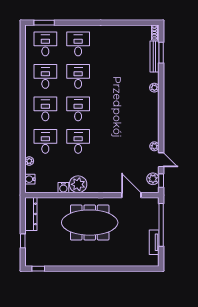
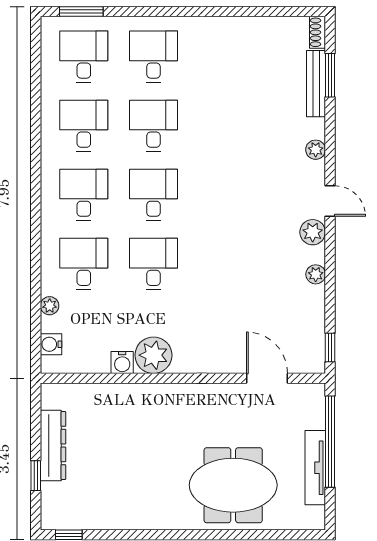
door: (161, 160) -> (330, 201), moved
plant: (153, 179) -> (313, 232), moved
dresser: (31, 214) -> (53, 446), moved
meeting table: (90, 223) -> (233, 485), moved, width x0.73
tv unit: (154, 242) -> (315, 468), width x1.41

